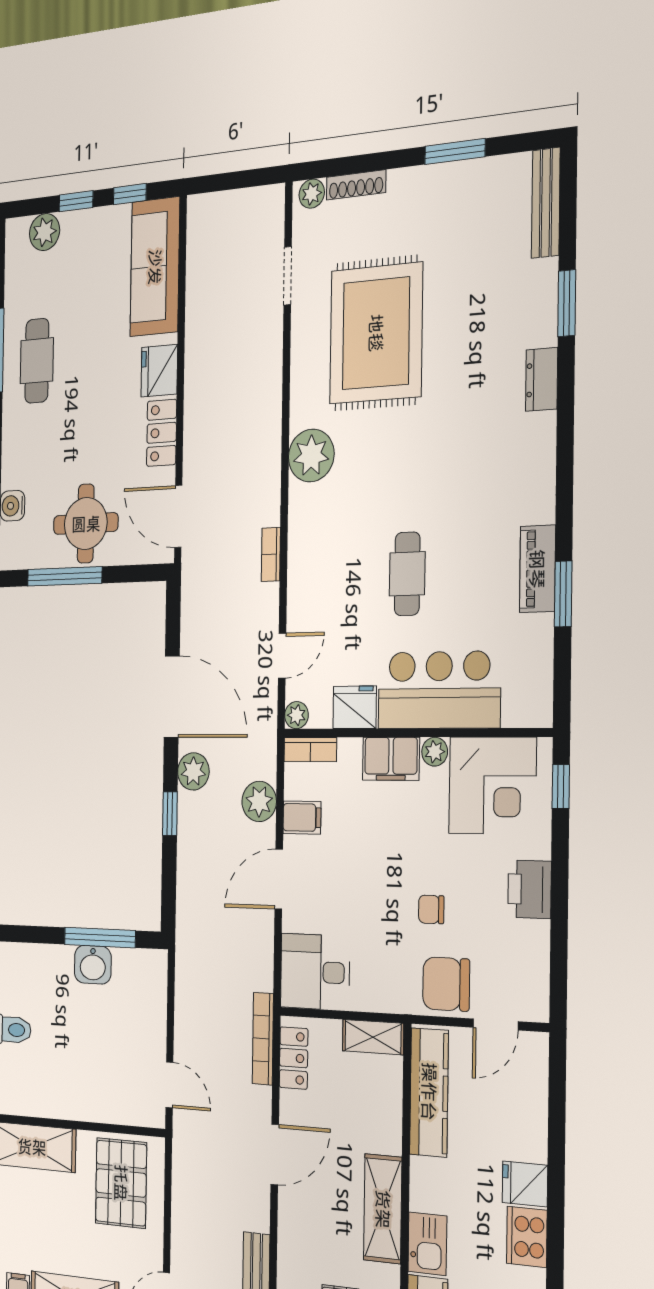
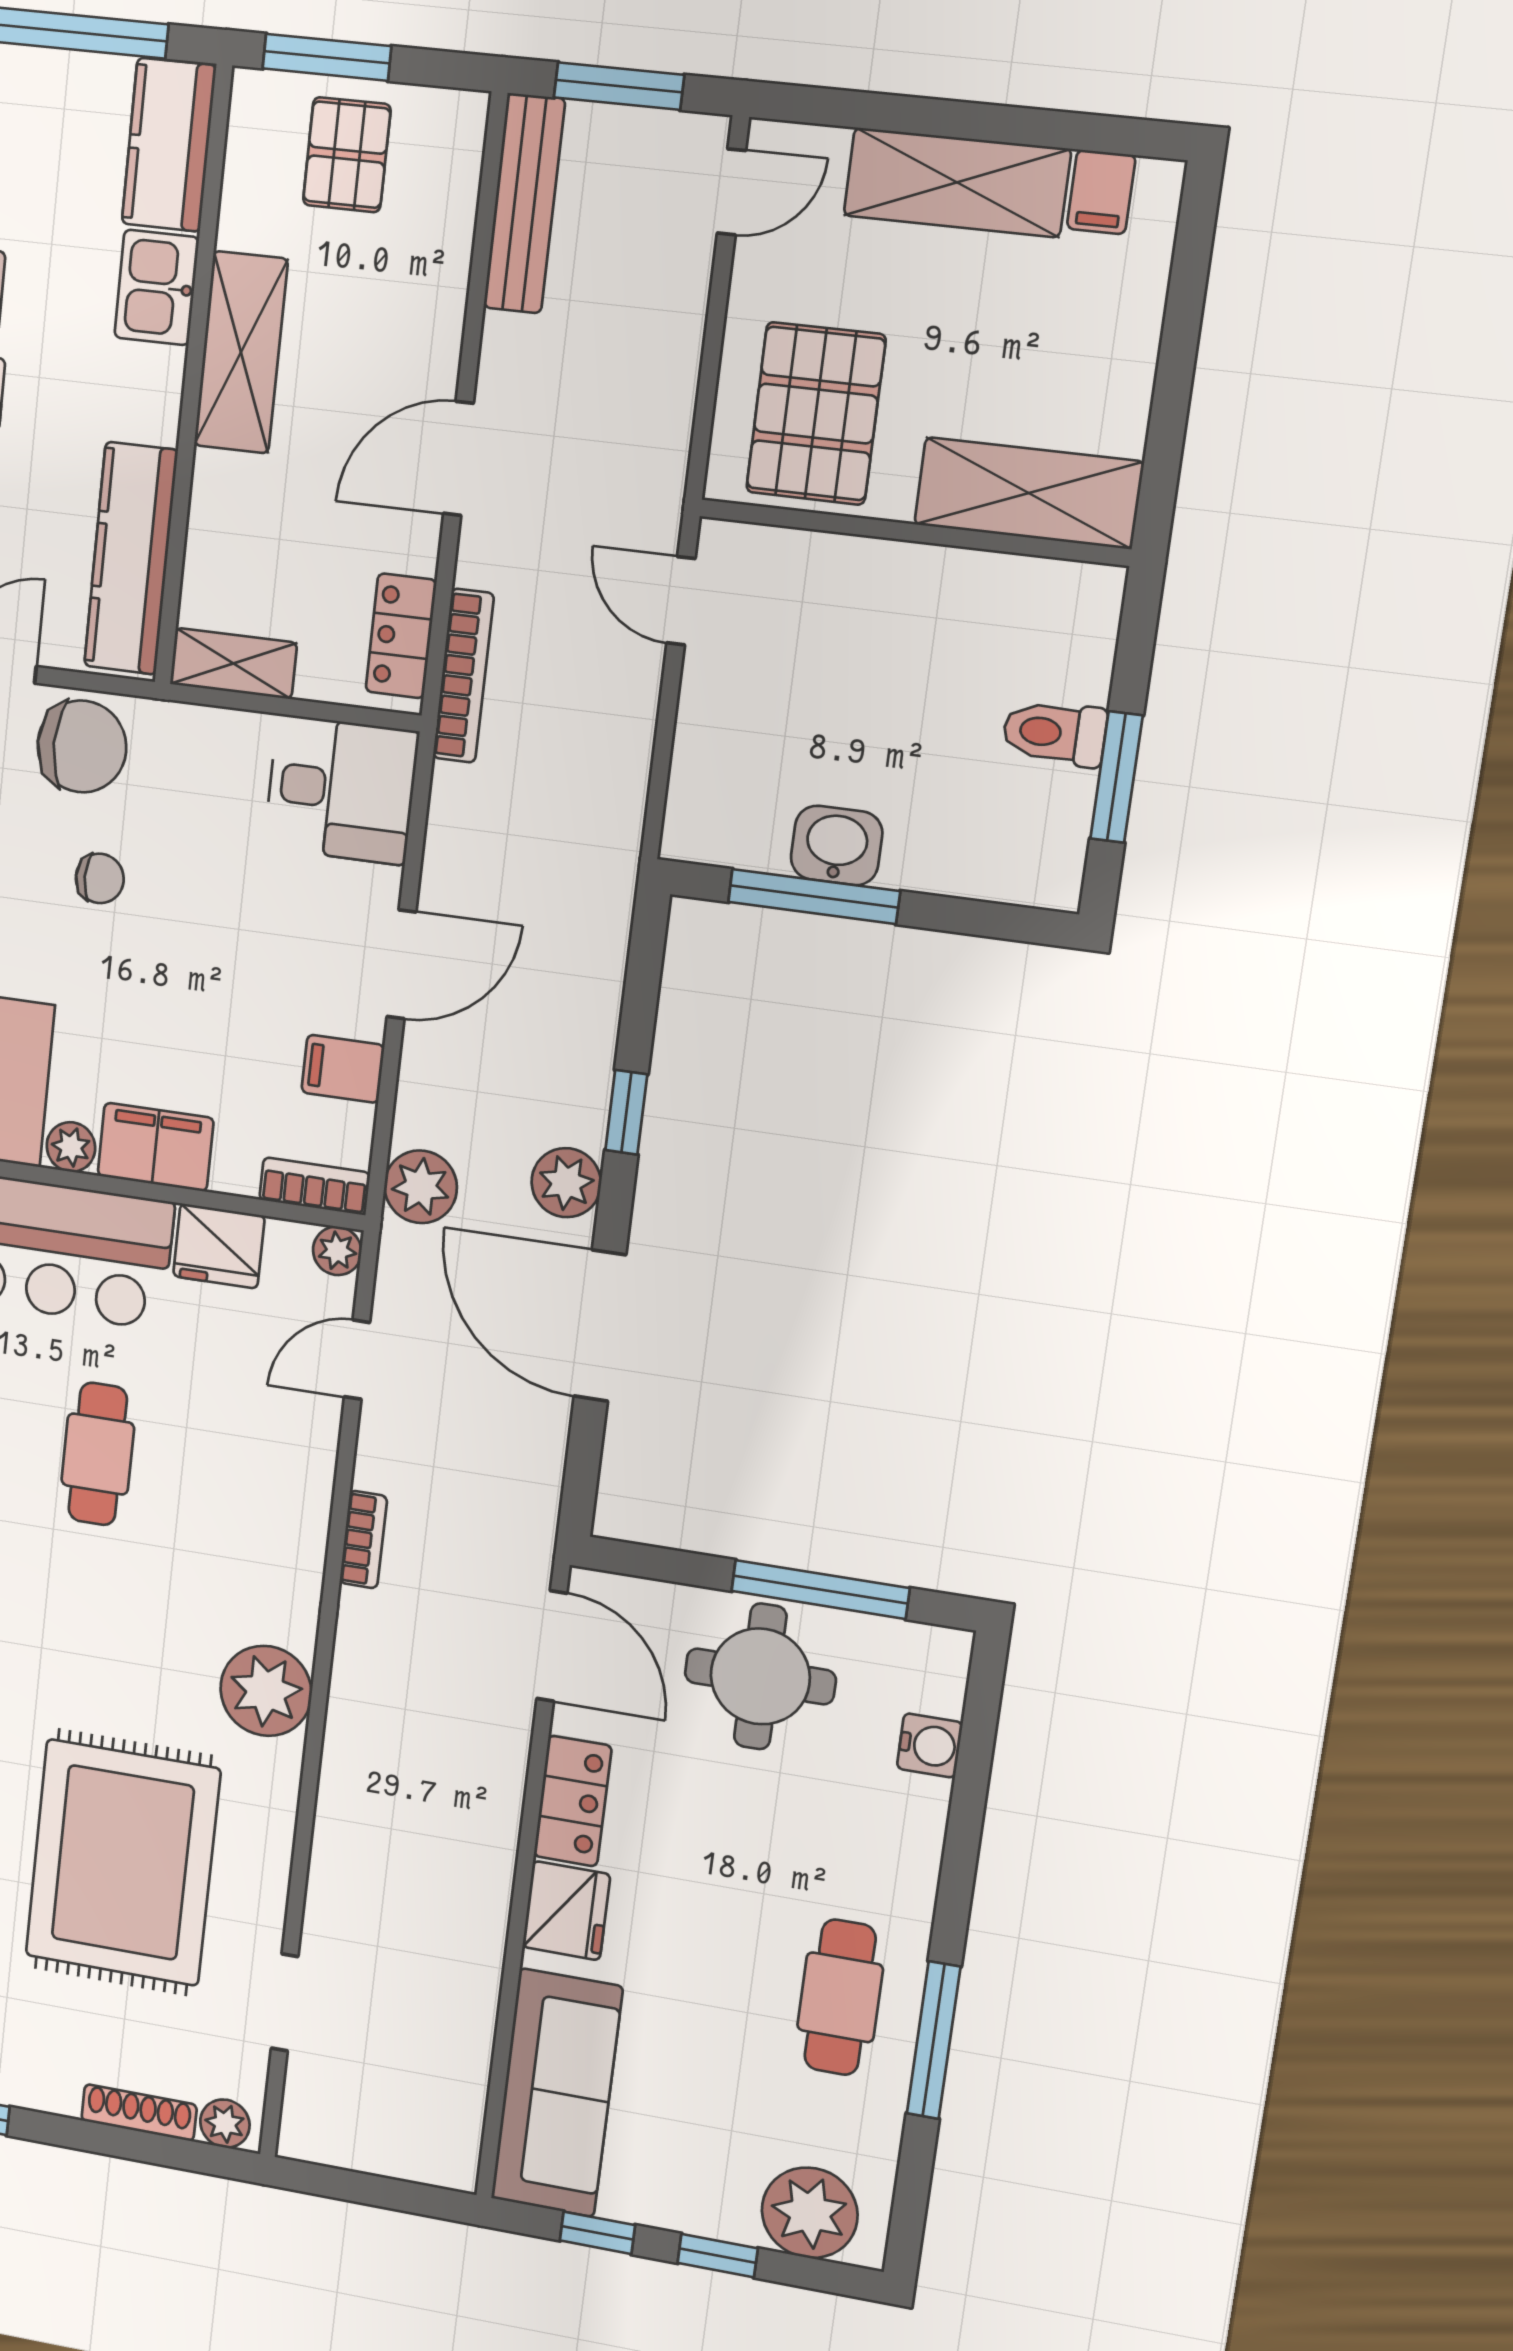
plant: (45, 232) -> (810, 2213), width x1.36, depth x1.36
plant: (259, 801) -> (421, 1187), moved

